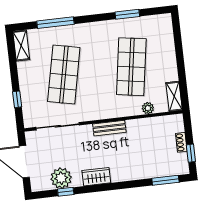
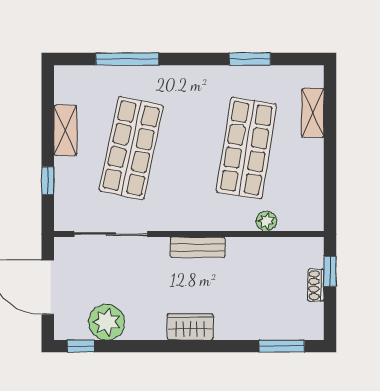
shelving: (21, 46) -> (65, 130), moved
shelving: (174, 96) -> (313, 113), moved
window: (191, 153) -> (330, 271), moved
wardrobe: (96, 177) -> (190, 327), moved
window: (66, 192) -> (81, 346), moved

